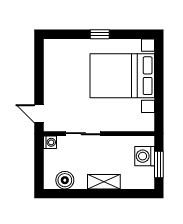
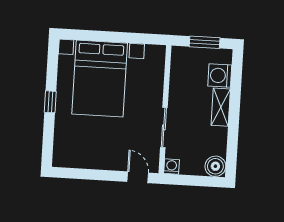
door: (39, 114) -> (138, 177), swing flipped
washing machine: (145, 156) -> (220, 76), moved, turned 90
boiler: (65, 180) -> (215, 166), moved

